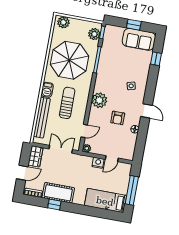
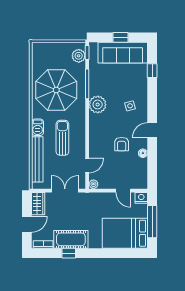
plant: (63, 22) -> (42, 49), removed
sofa: (139, 39) -> (123, 53), width x1.36
plant: (99, 100) -> (98, 105), moved
door: (146, 111) -> (152, 130), swing flipped
door: (112, 159) -> (123, 191), hinge flipped
nightstand: (98, 163) -> (141, 198), moved
bed: (105, 201) -> (125, 233), width x1.50

